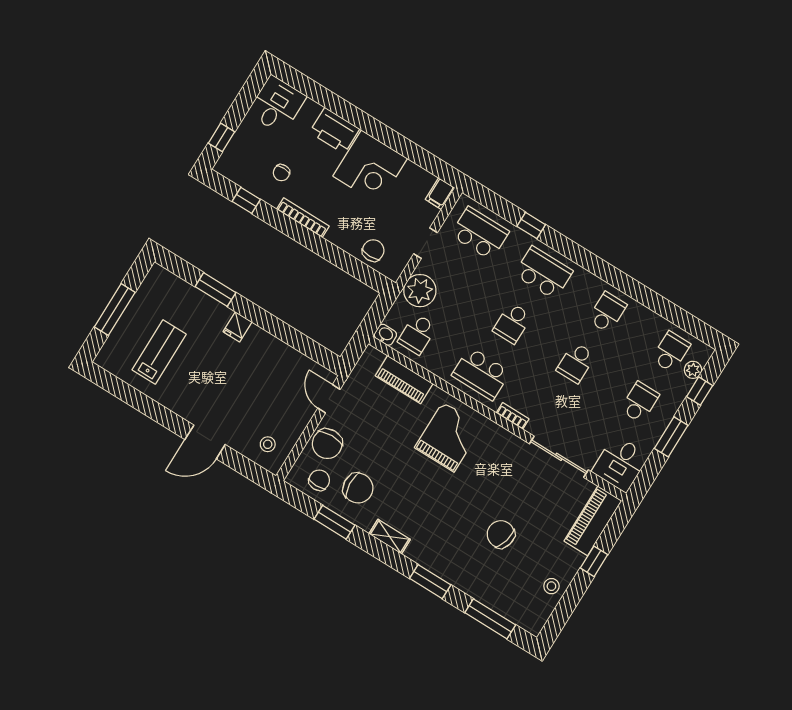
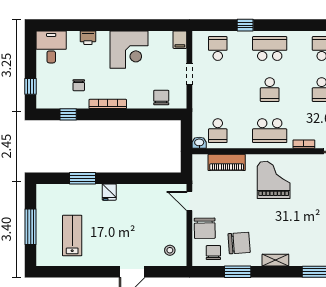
printer: (335, 131) -> (88, 38), width x0.53, depth x0.68
school desk: (480, 233) -> (218, 49), width x0.54
plant: (420, 291) -> (203, 104), removed

